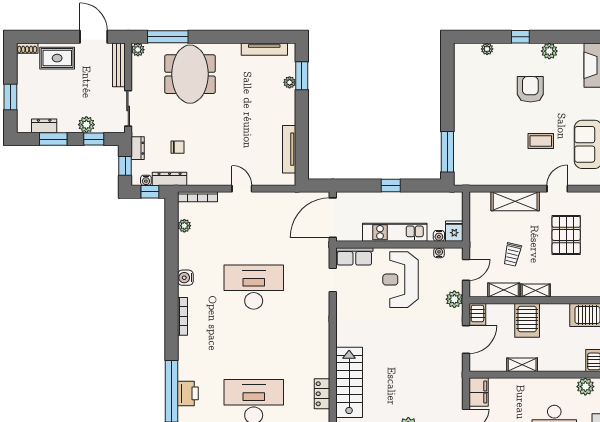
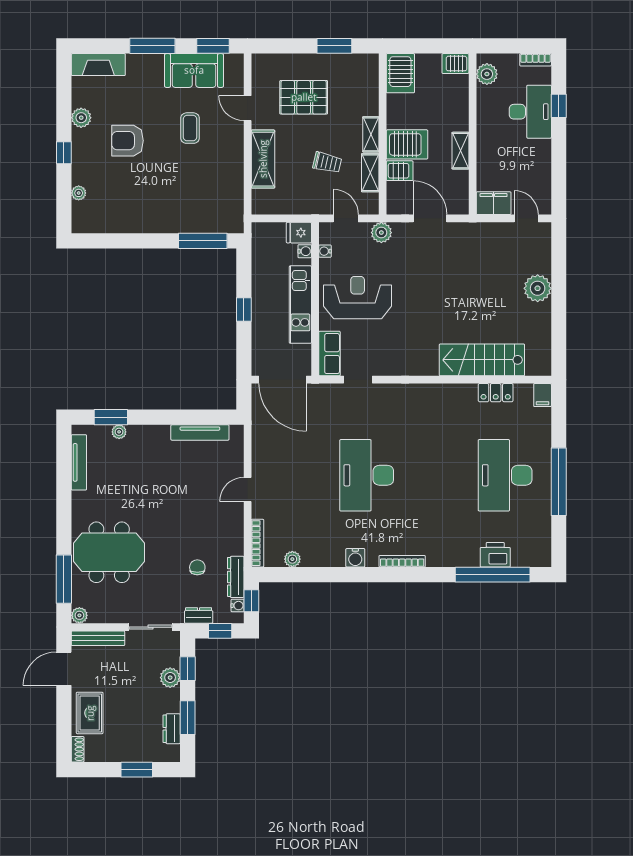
reception desk: (401, 280) -> (358, 298), turned 180
server rack: (477, 314) -> (400, 171), moved

